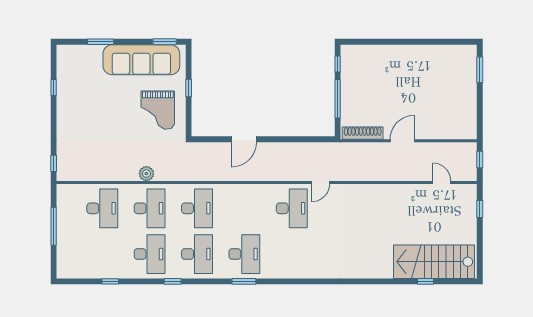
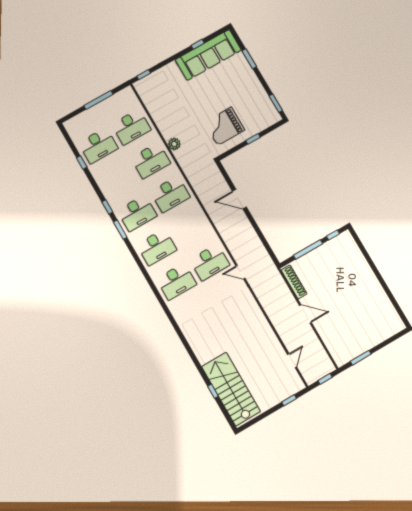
sofa: (141, 60) -> (208, 55), moved, turned -90
window: (480, 70) -> (361, 358), moved
desk: (150, 254) -> (98, 146), moved
desk: (292, 254) -> (177, 281), added
window: (244, 281) -> (120, 230), moved

